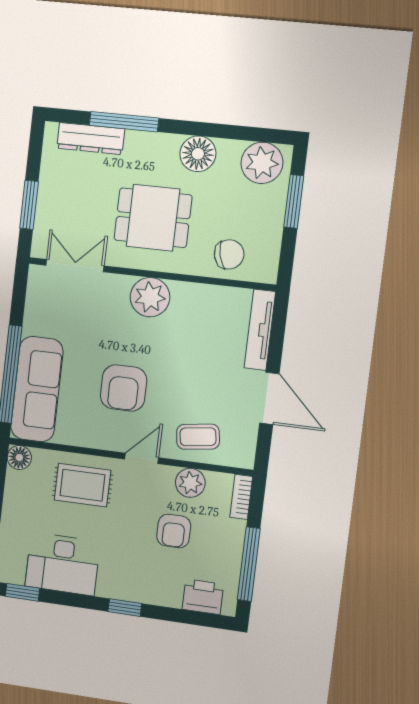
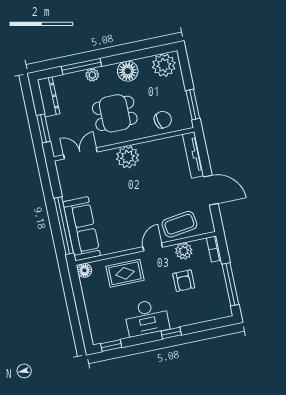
dresser: (91, 139) -> (49, 97), moved, turned -90
plant: (137, 142) -> (92, 75), added
window: (294, 201) -> (193, 104), moved
armchair: (124, 388) -> (130, 212), removed
coffee table: (198, 437) -> (179, 224), width x1.36, depth x1.30
desk: (62, 564) -> (147, 318), moved
printer: (203, 597) -> (212, 311), removed

